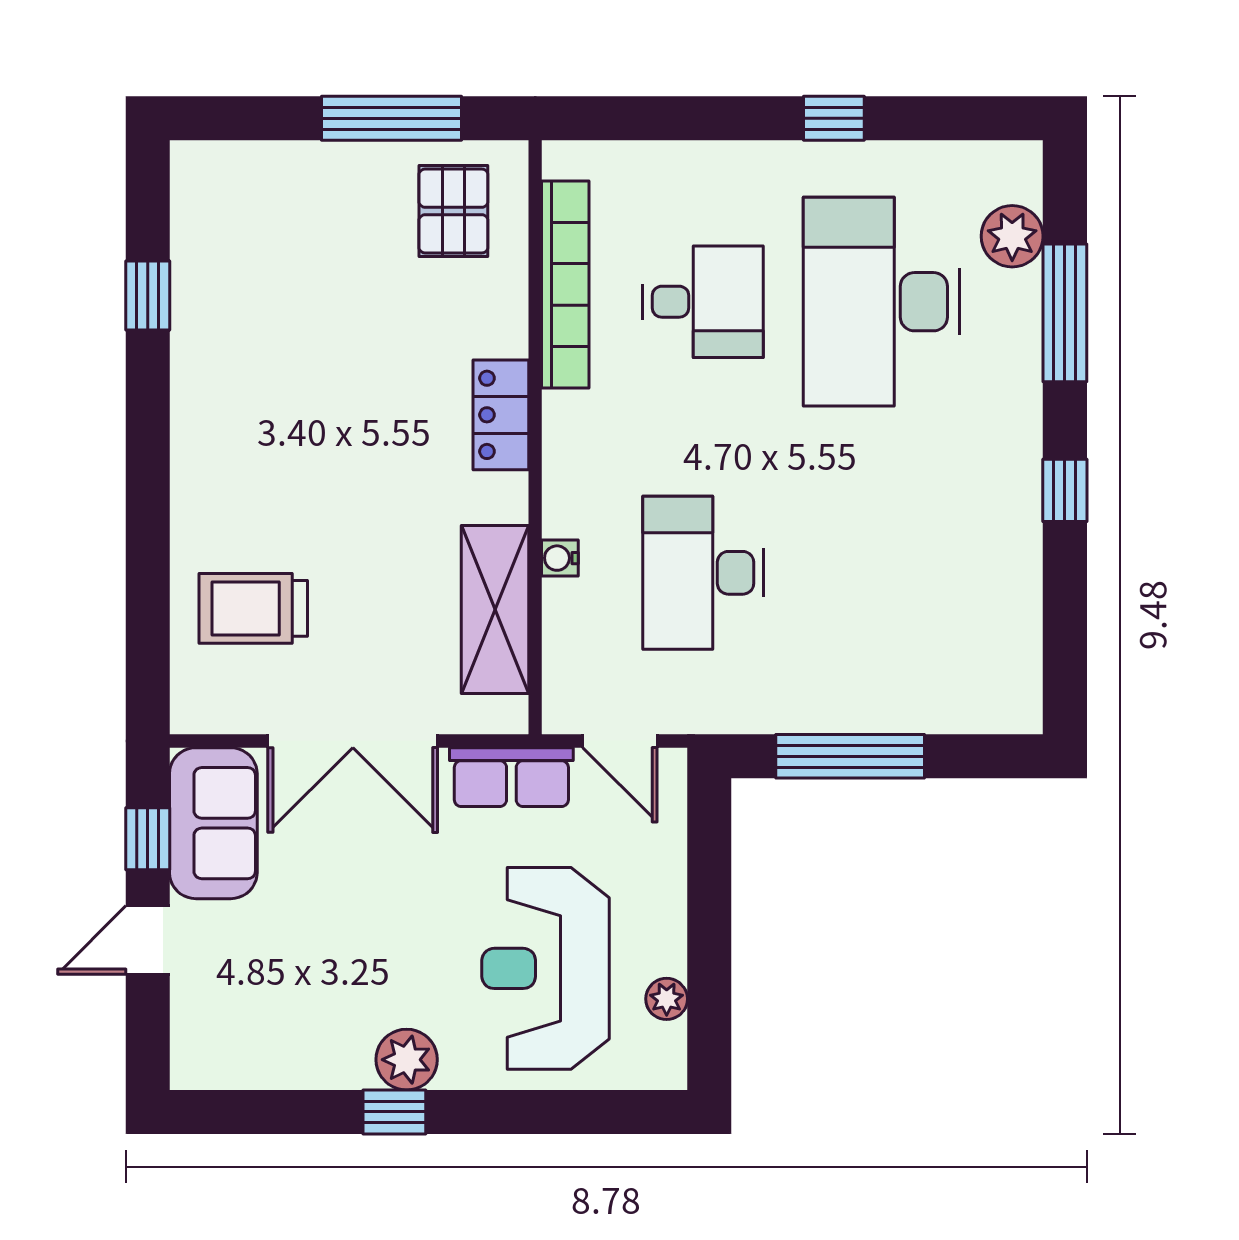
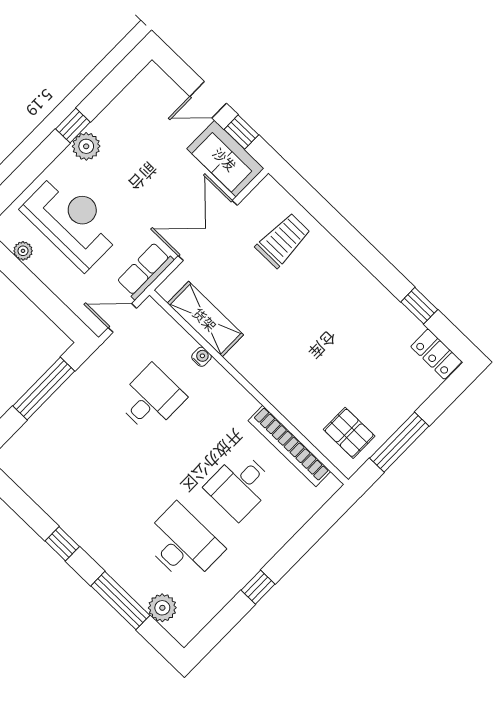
desk: (882, 302) -> (183, 544), width x0.73, depth x0.77
locker: (501, 415) -> (436, 354), moved, turned 180
desk: (703, 573) -> (151, 399), width x0.73
door: (148, 940) -> (208, 100), swing flipped

